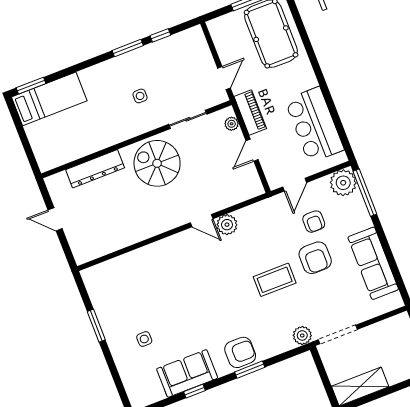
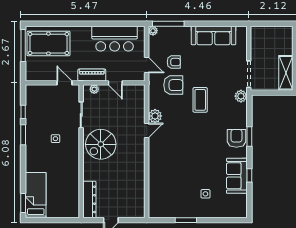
dresser: (95, 169) -> (89, 199), moved
plant: (343, 183) -> (153, 31), width x0.53, depth x0.53
armchair: (315, 258) -> (173, 85), moved

